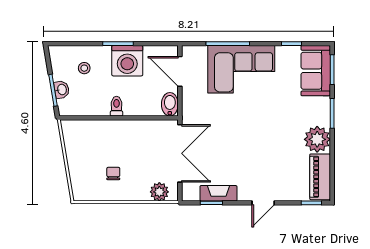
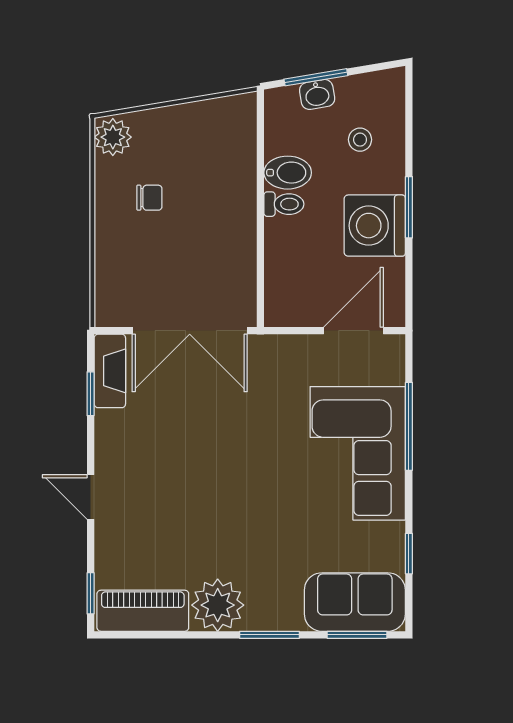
bidet: (170, 104) -> (288, 173), moved
plant: (159, 192) -> (113, 137), moved
fireplace: (218, 193) -> (110, 371), moved

